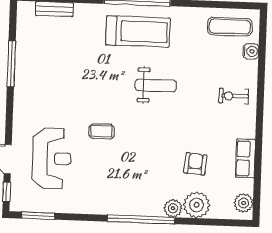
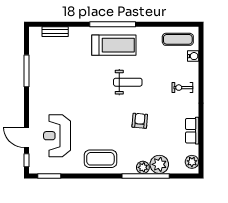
coffee table: (102, 131) -> (100, 159), moved, width x1.86, depth x1.72
reception desk: (52, 158) -> (57, 136), turned 180
armchair: (195, 164) -> (140, 121), moved
window: (141, 219) -> (146, 176), moved

